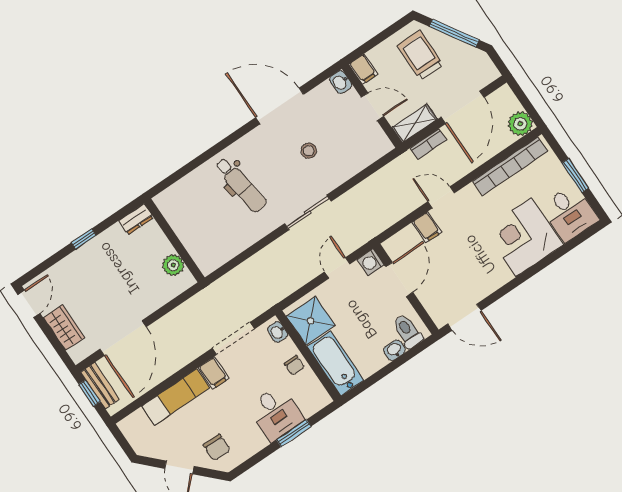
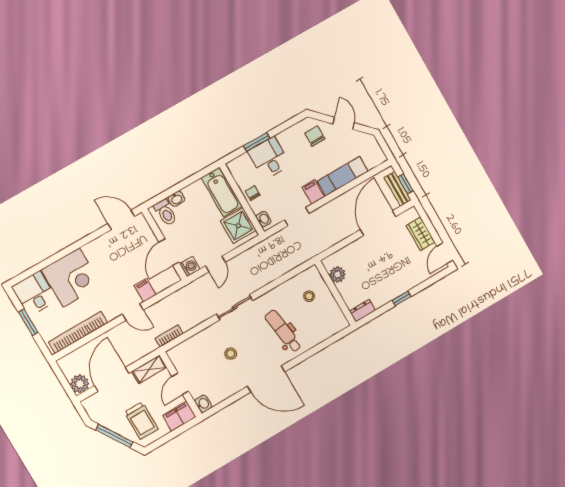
filing cabinet: (363, 69) -> (179, 416), width x2.00
door: (280, 106) -> (266, 379), moved
door: (373, 107) -> (180, 384), hinge flipped
plant: (520, 124) -> (80, 384), moved
bookcase: (428, 144) -> (169, 336), moved
stool: (209, 234) -> (309, 296), added
doorway: (233, 339) -> (297, 217), width x0.73

